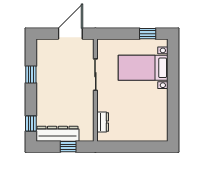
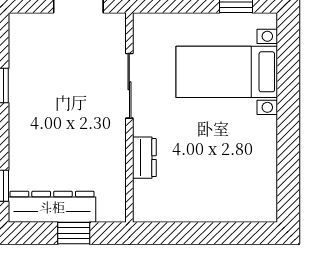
dresser: (103, 122) -> (144, 158), moved

